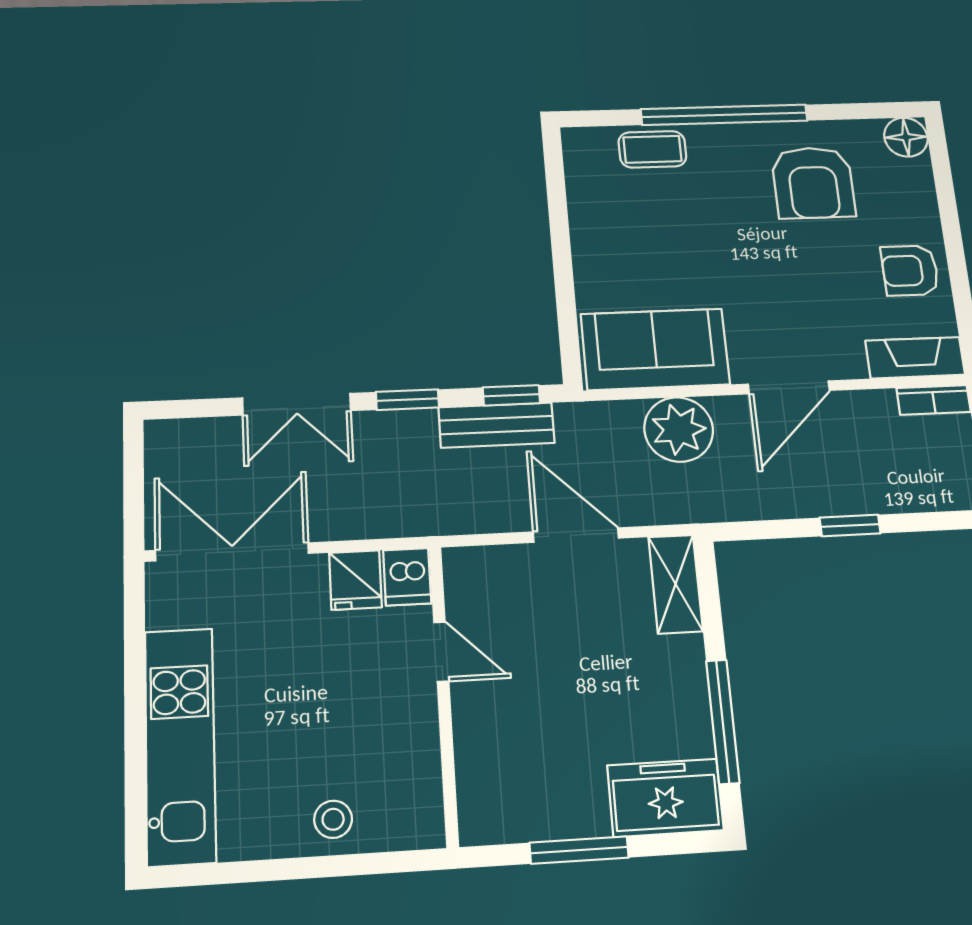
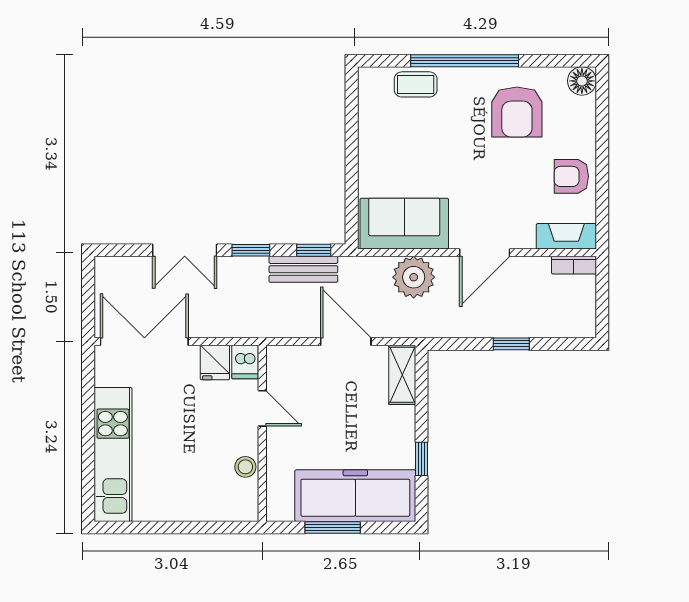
window: (723, 722) -> (422, 459), width x0.46
freezer: (665, 798) -> (355, 496), width x1.91, depth x1.26
stool: (333, 819) -> (245, 467), moved

